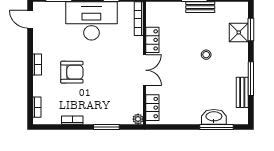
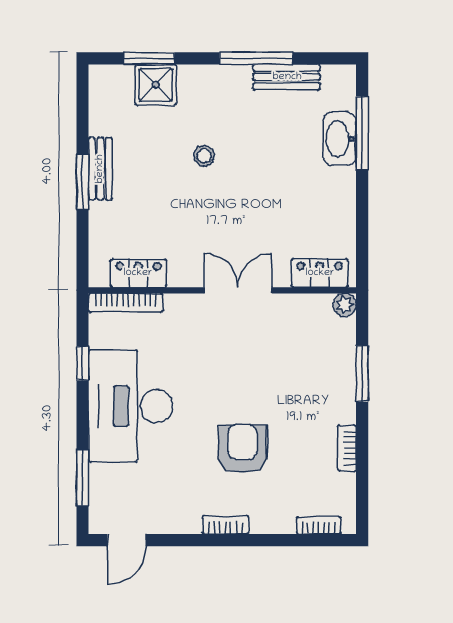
locker: (152, 40) -> (138, 273), moved

